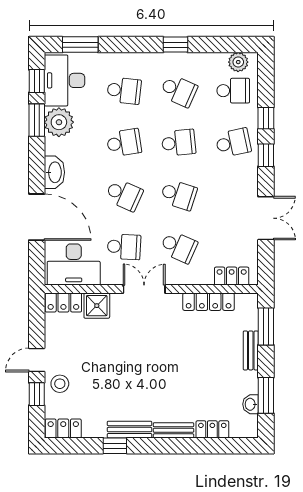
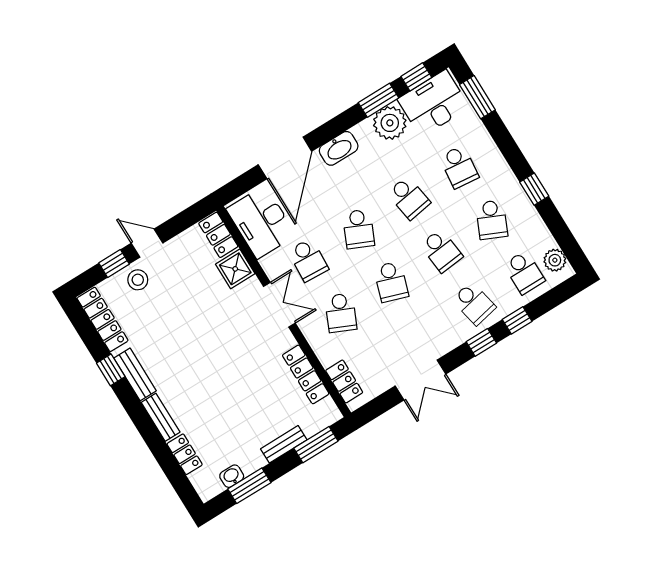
locker: (63, 428) -> (103, 319), width x1.53

